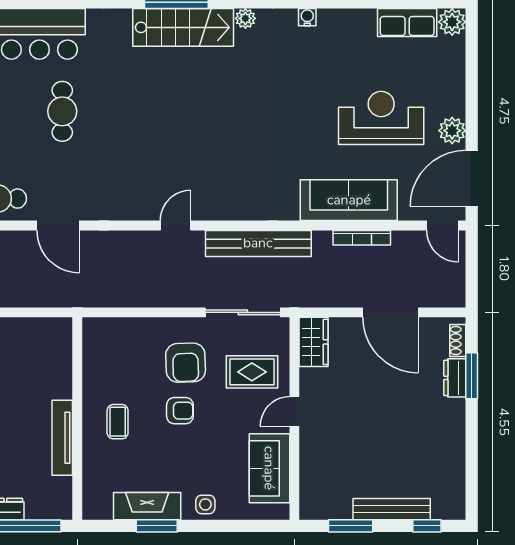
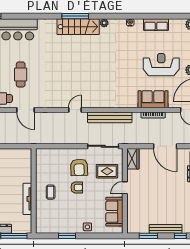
row of seats: (407, 23) -> (156, 25), moved
cafe table: (62, 111) -> (21, 74), moved
sofa: (349, 200) -> (153, 99), width x0.73
fireplace: (147, 506) -> (63, 228), removed

